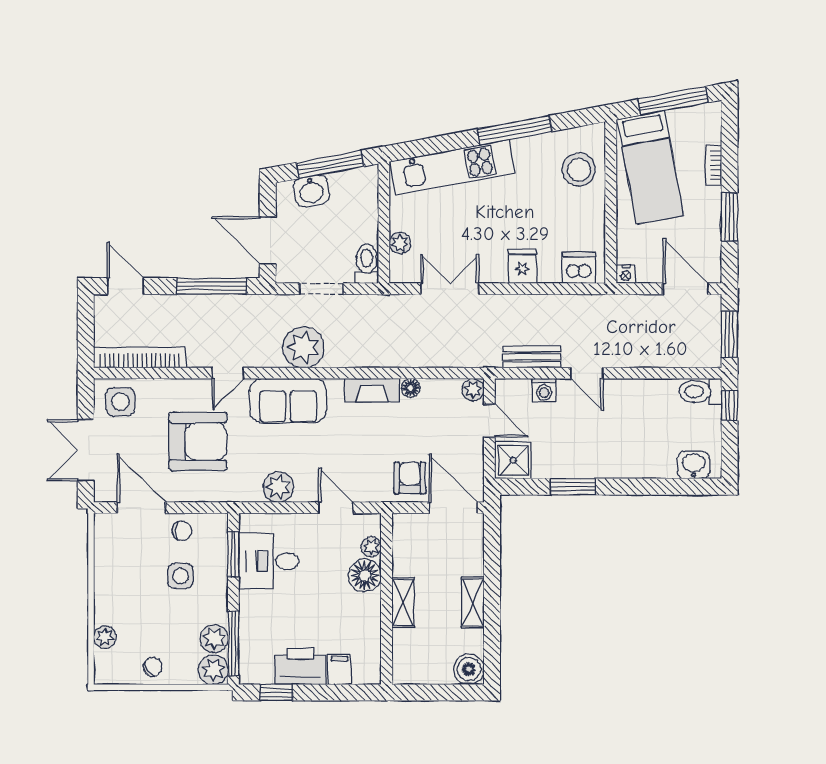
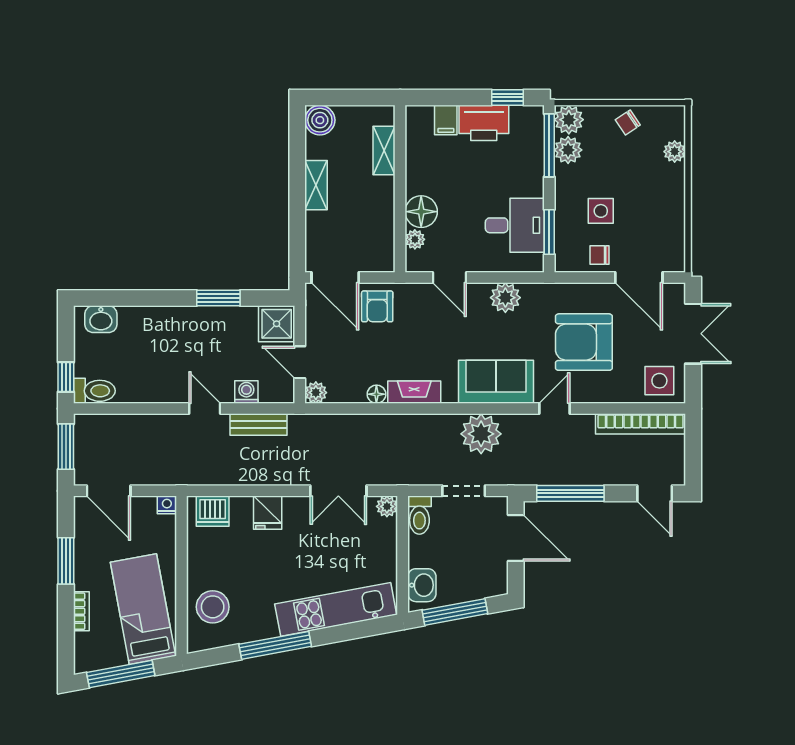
washbasin: (311, 191) -> (422, 585), moved, turned 101
plant: (400, 243) -> (387, 506), moved
shelving: (403, 602) -> (384, 151), moved

